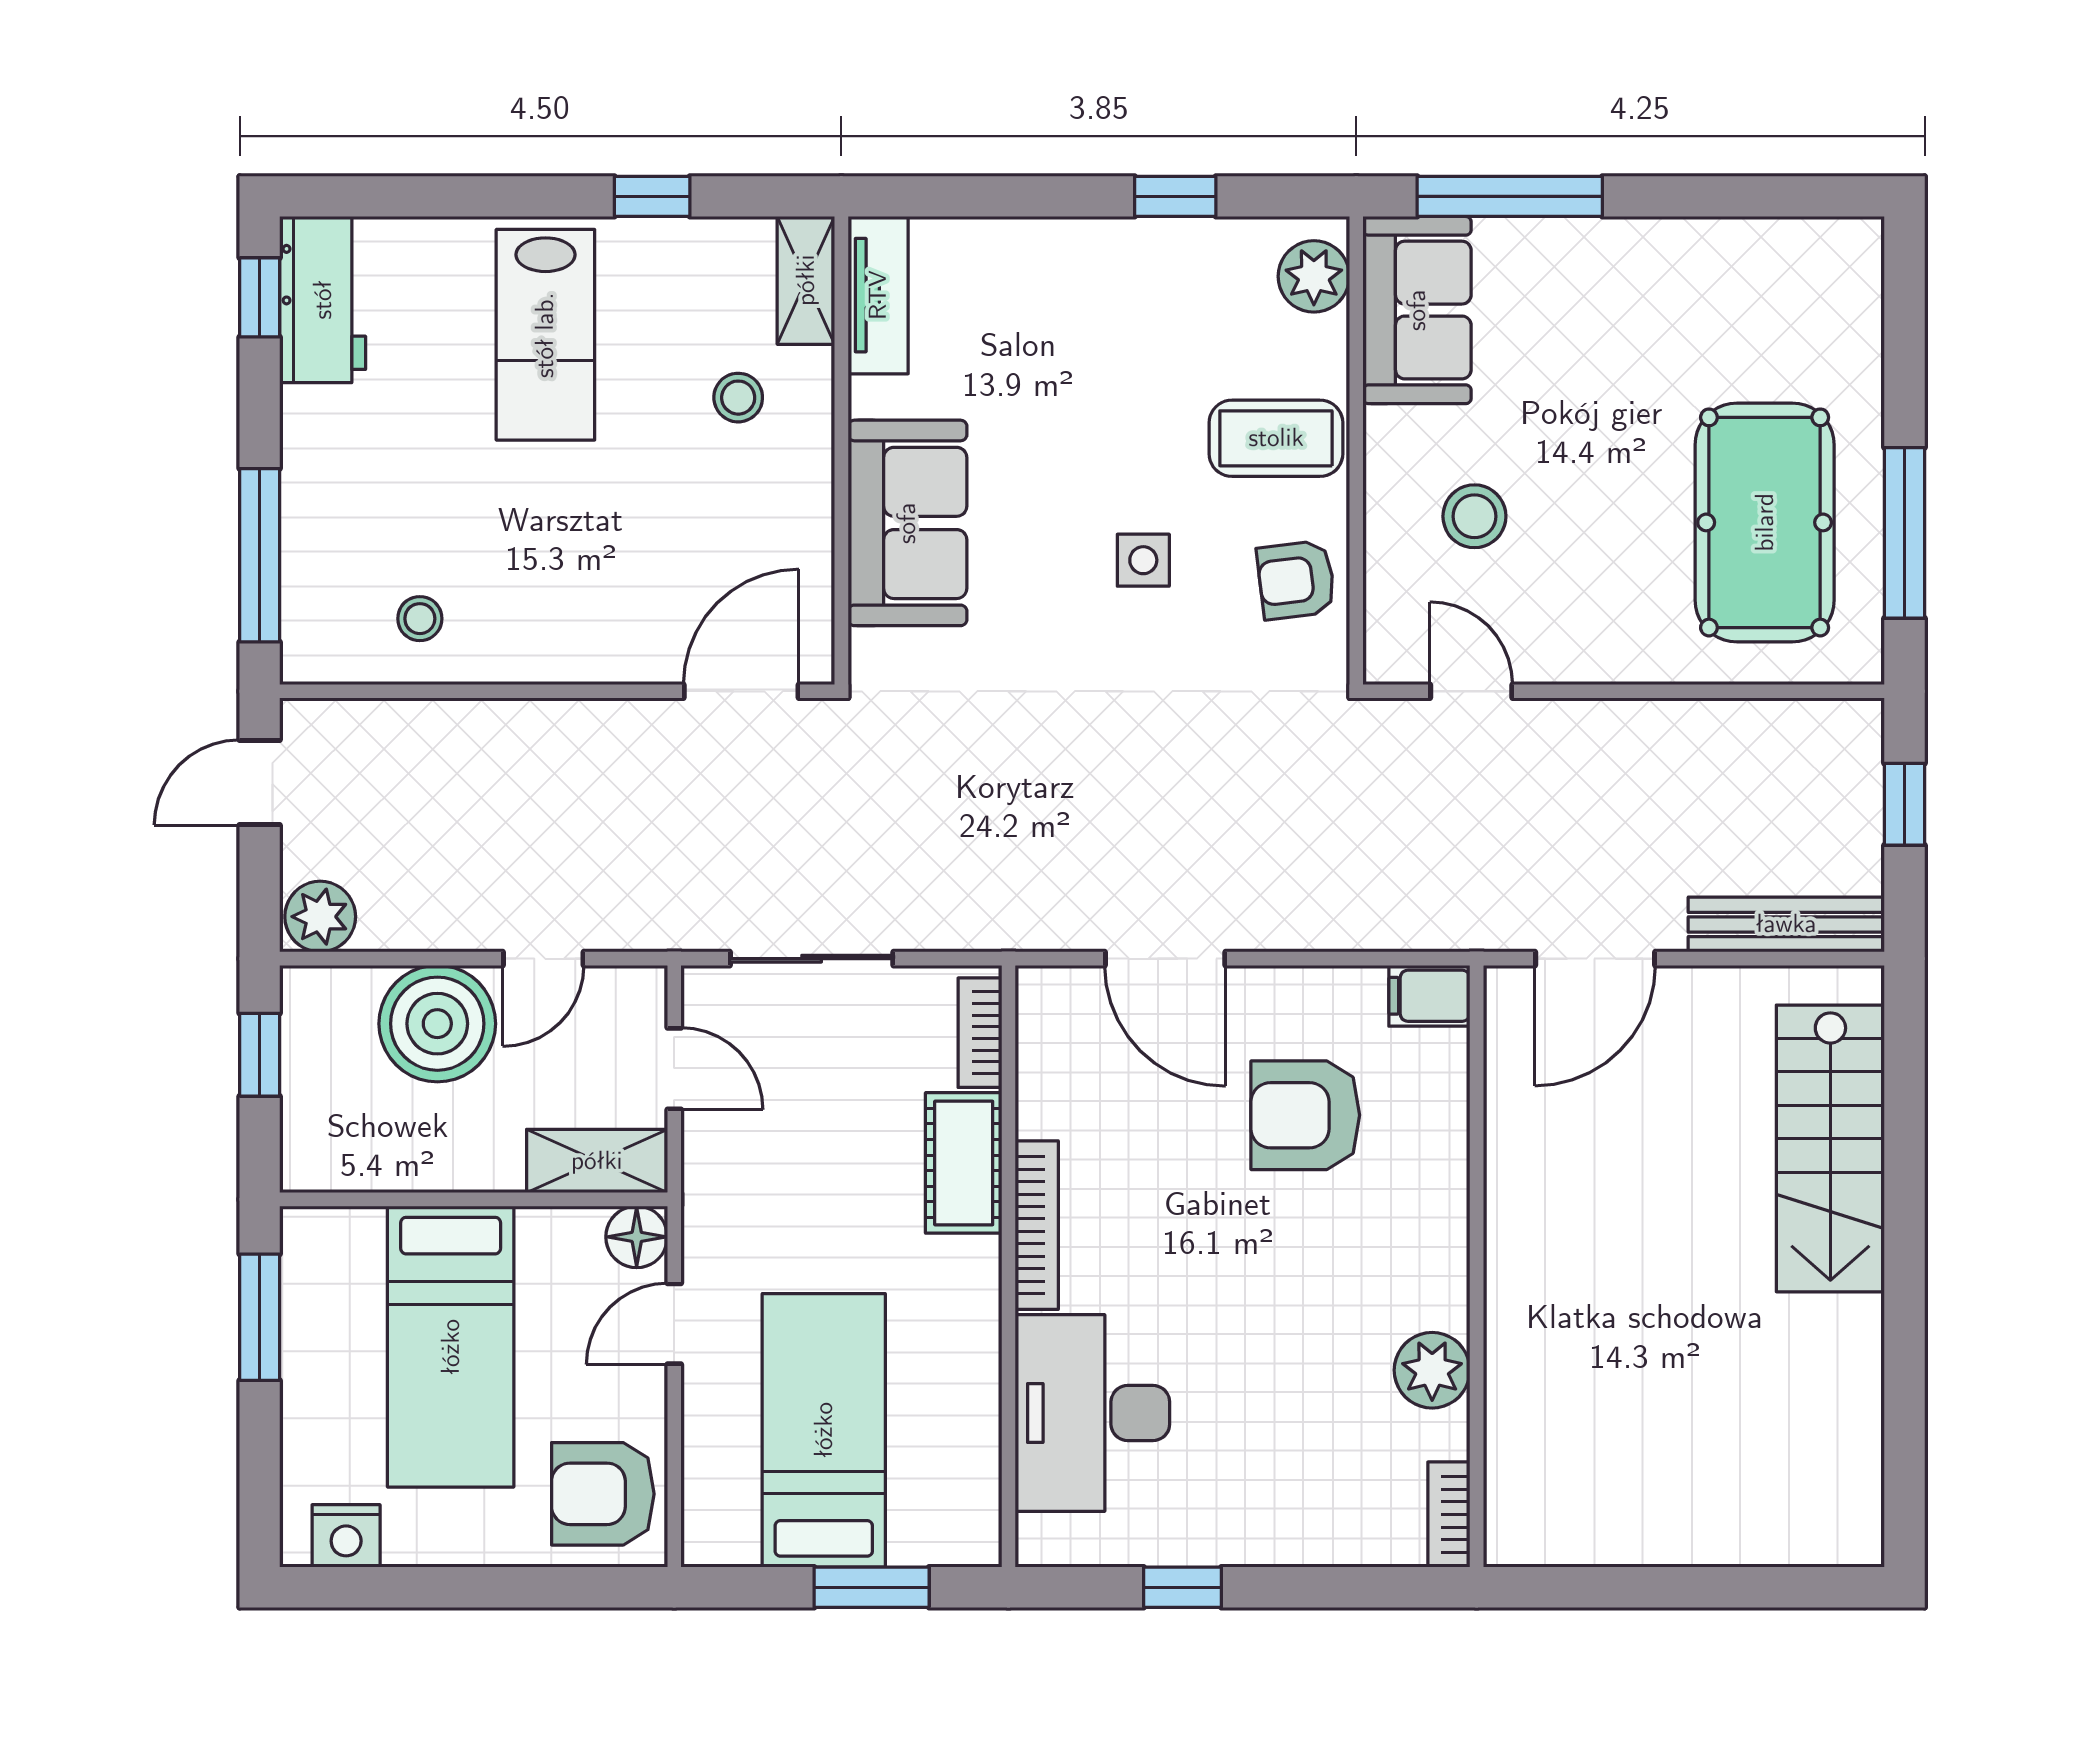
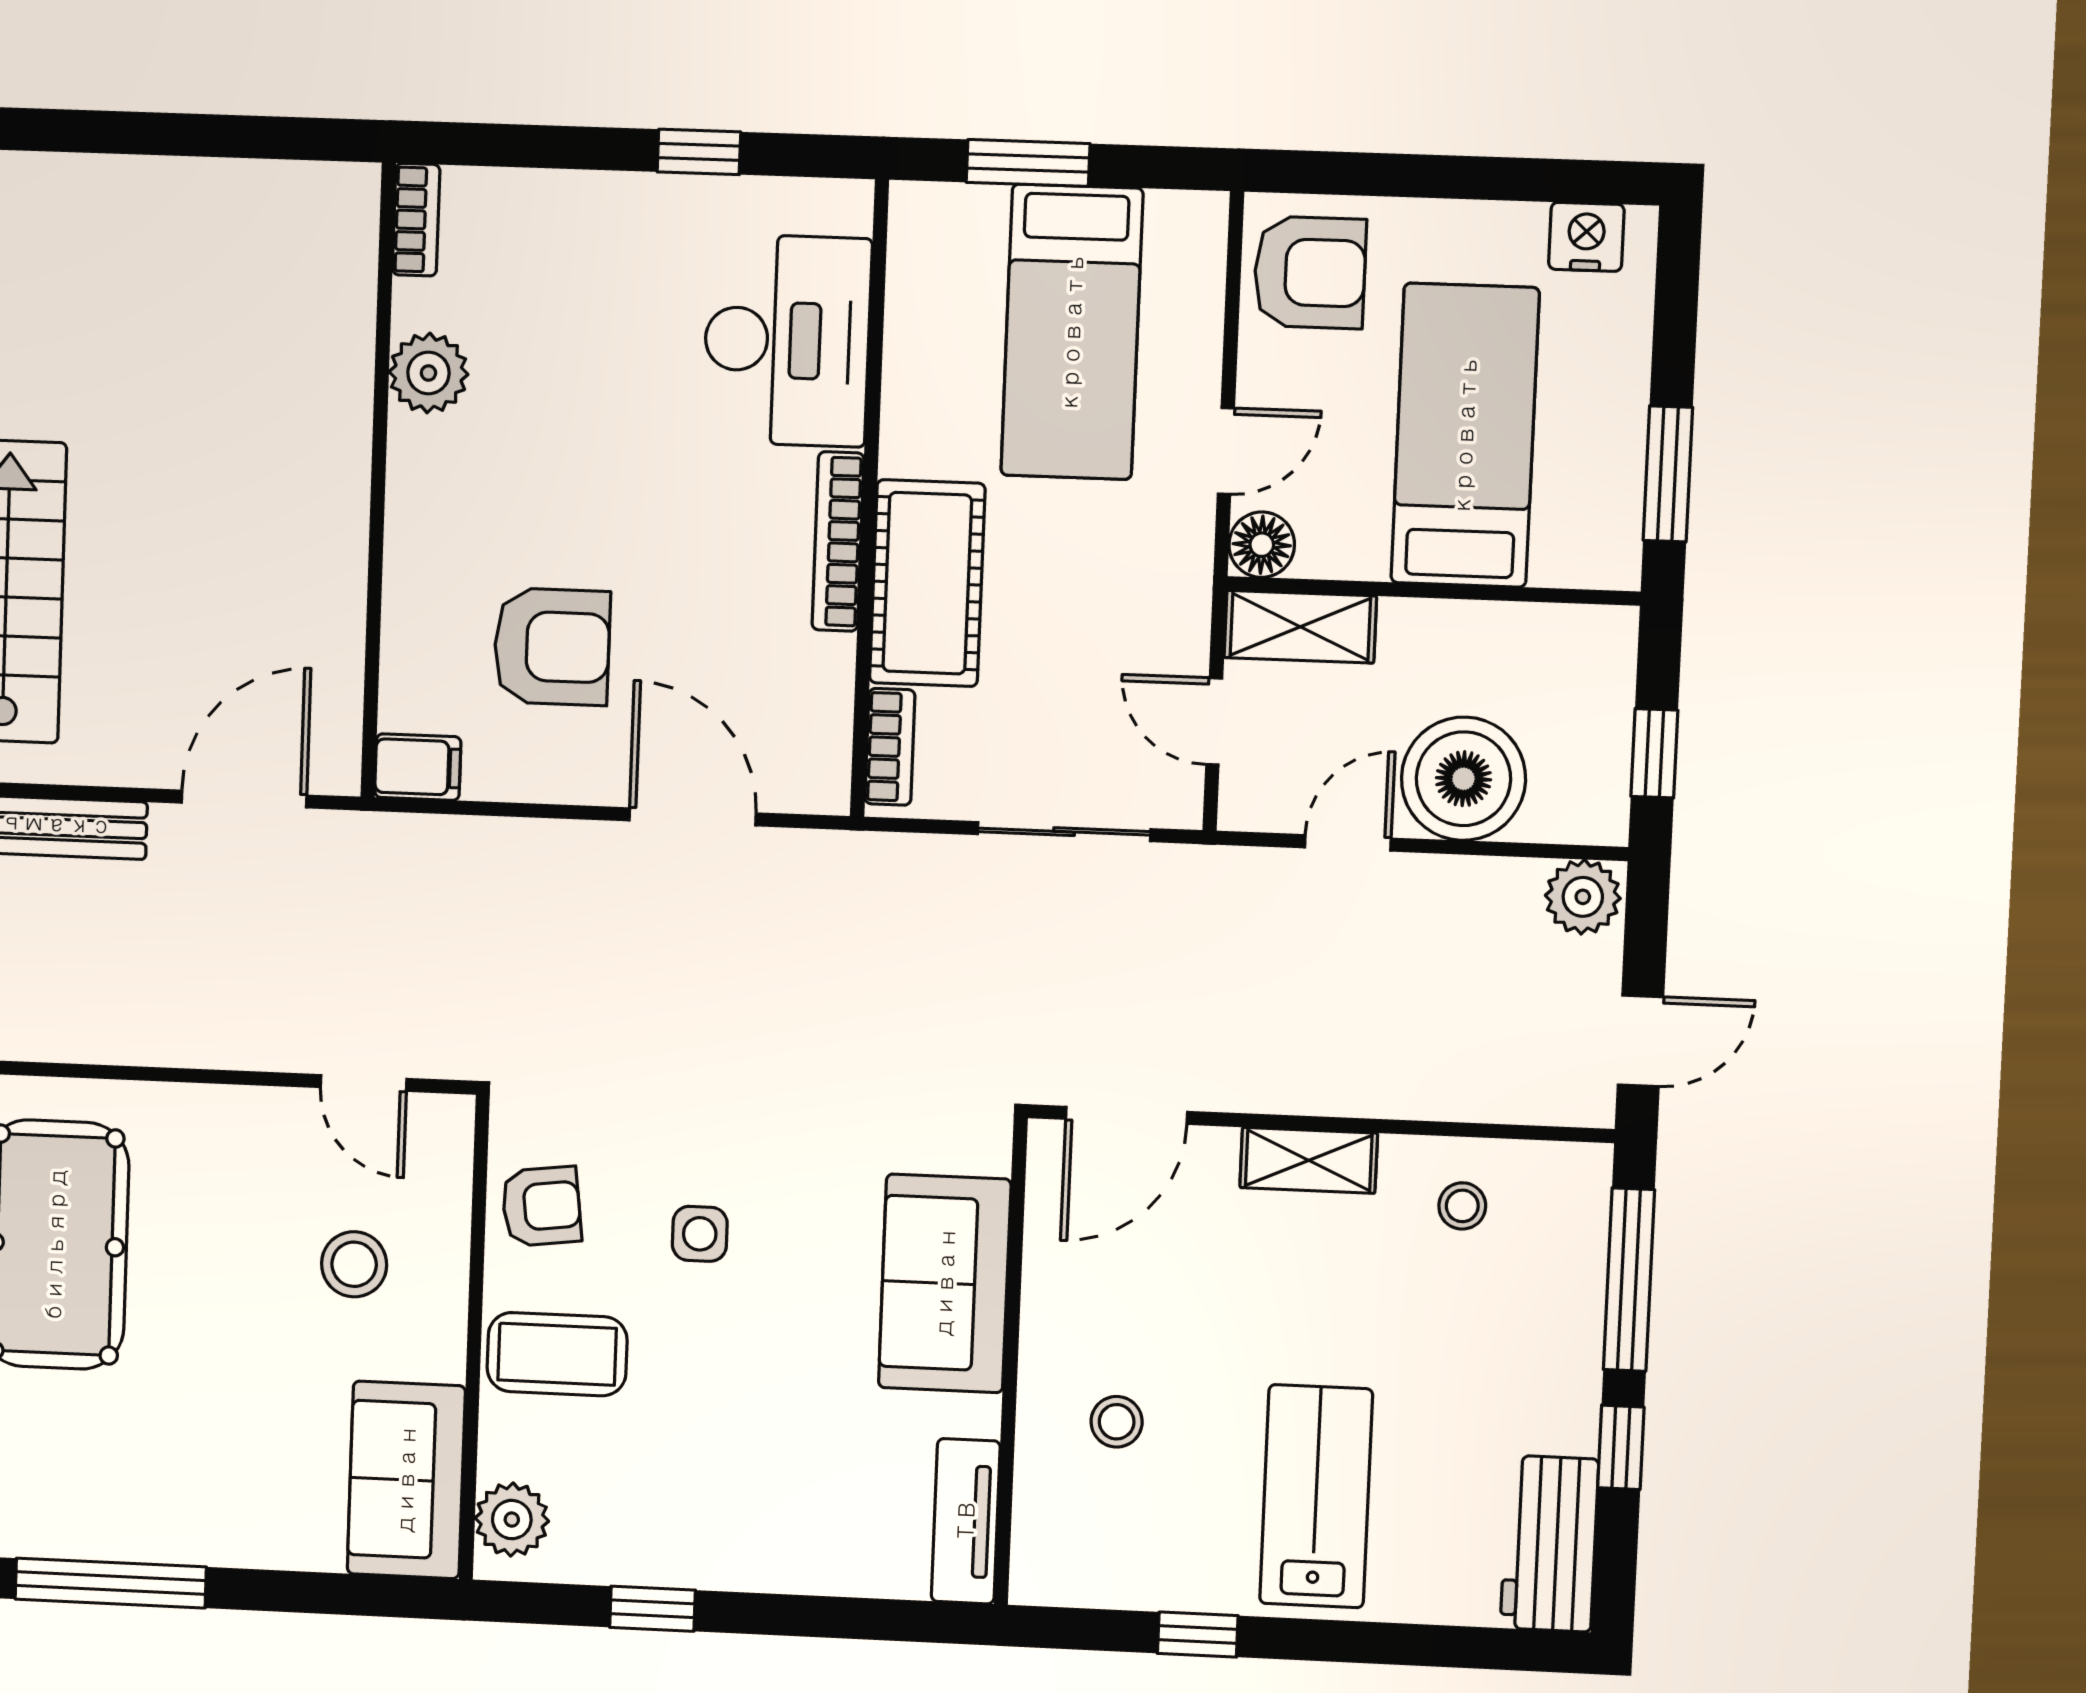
window: (1510, 196) -> (111, 1583), moved
shelving: (806, 280) -> (1309, 1160), moved, turned 90
window: (260, 297) -> (1621, 1447), moved
cot: (964, 1163) -> (927, 583), width x1.37, depth x1.34

